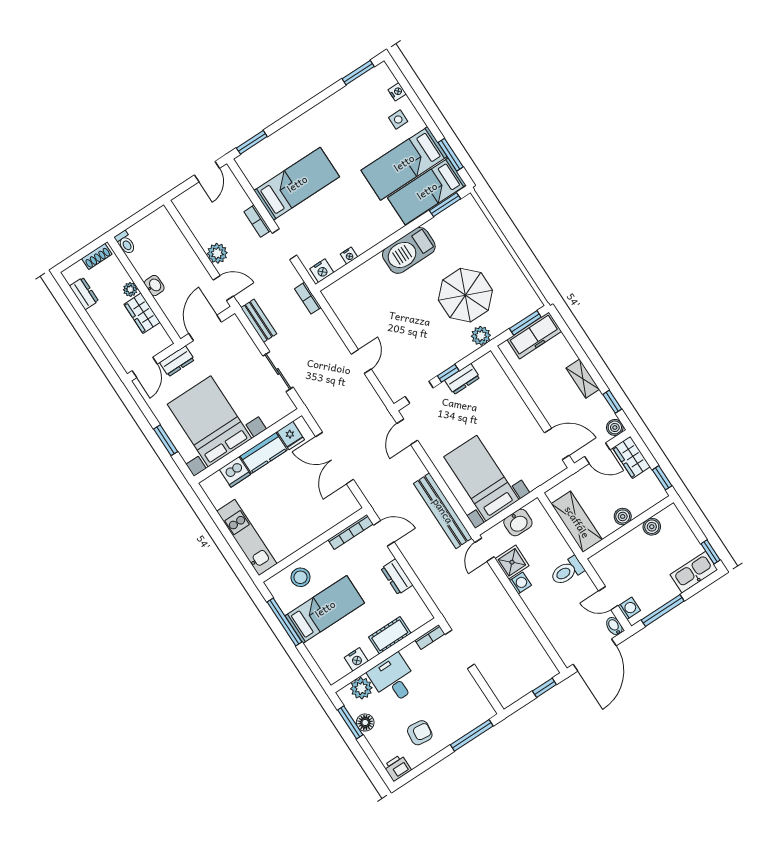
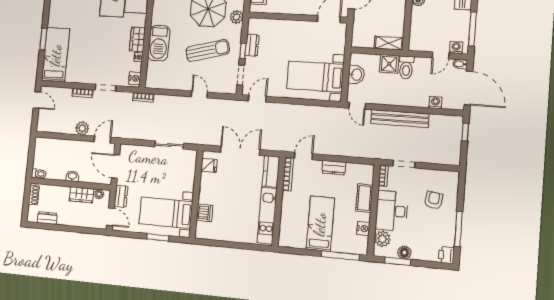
window: (252, 142) -> (43, 39), moved
bed: (297, 184) -> (56, 55), moved
wardrobe: (368, 238) -> (137, 39), added
barbecue: (409, 250) -> (159, 43), moved
plant: (130, 289) -> (99, 194), moved
bench: (259, 321) -> (134, 134), removed
sun lounger: (418, 332) -> (208, 50), added
bed with nightstands: (210, 421) -> (166, 213), width x0.73
door: (407, 432) -> (257, 99), swing flipped
kitchen counter: (264, 453) -> (271, 171), moved, turned 180
double door: (335, 458) -> (240, 151), swing flipped
bench: (443, 511) -> (400, 118), moved
boiler: (623, 516) -> (399, 12), removed
shelving: (577, 522) -> (389, 43), width x0.67, depth x0.75
kitchen unit: (247, 538) -> (267, 216), moved, turned -90
shower: (512, 562) -> (389, 64), moved
stool: (300, 577) -> (291, 223), removed
washing machine: (520, 583) -> (436, 103), moved
window: (285, 622) -> (340, 256), moved
doorway: (460, 649) -> (404, 164), width x0.73
desk: (393, 679) -> (392, 211), width x1.37
armchair: (420, 733) -> (434, 200), moved
window: (472, 735) -> (458, 229), moved

